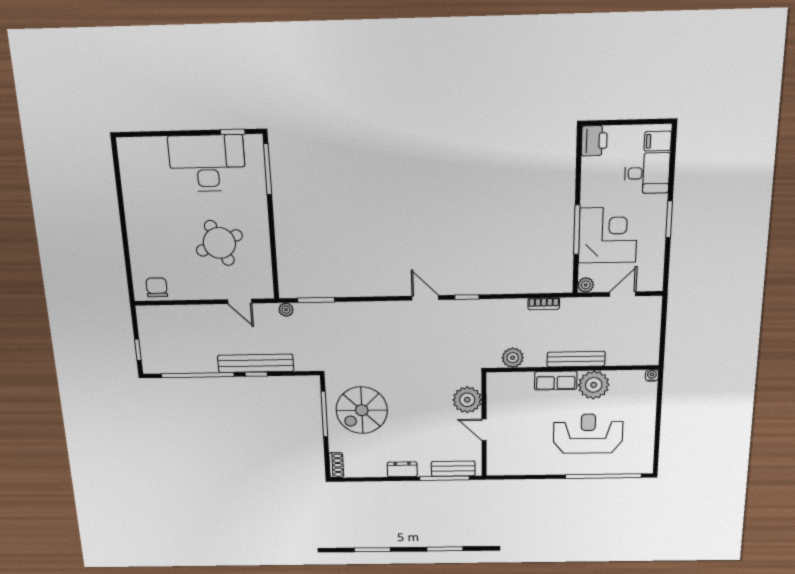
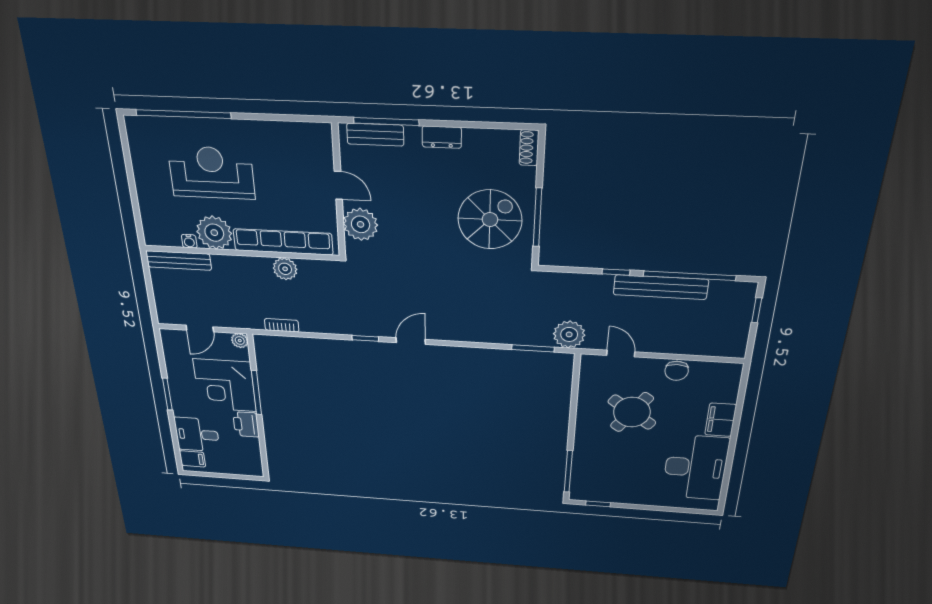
printer: (594, 141) -> (246, 424), moved
desk: (207, 163) -> (695, 467), moved, turned -90
filing cabinet: (140, 243) -> (721, 420), added
round table: (219, 243) -> (632, 412), turned -32
chair: (157, 287) -> (677, 371), moved
door: (425, 298) -> (411, 341), swing flipped
plant: (286, 310) -> (569, 334), width x1.88, depth x1.88
plant: (513, 358) -> (285, 269), moved
bench: (576, 359) -> (179, 260), moved
bench: (256, 363) -> (661, 287), moved
water cooler: (652, 375) -> (189, 241), moved
row of seats: (556, 381) -> (283, 242), width x2.02
reception desk: (588, 434) -> (211, 173), turned 180

